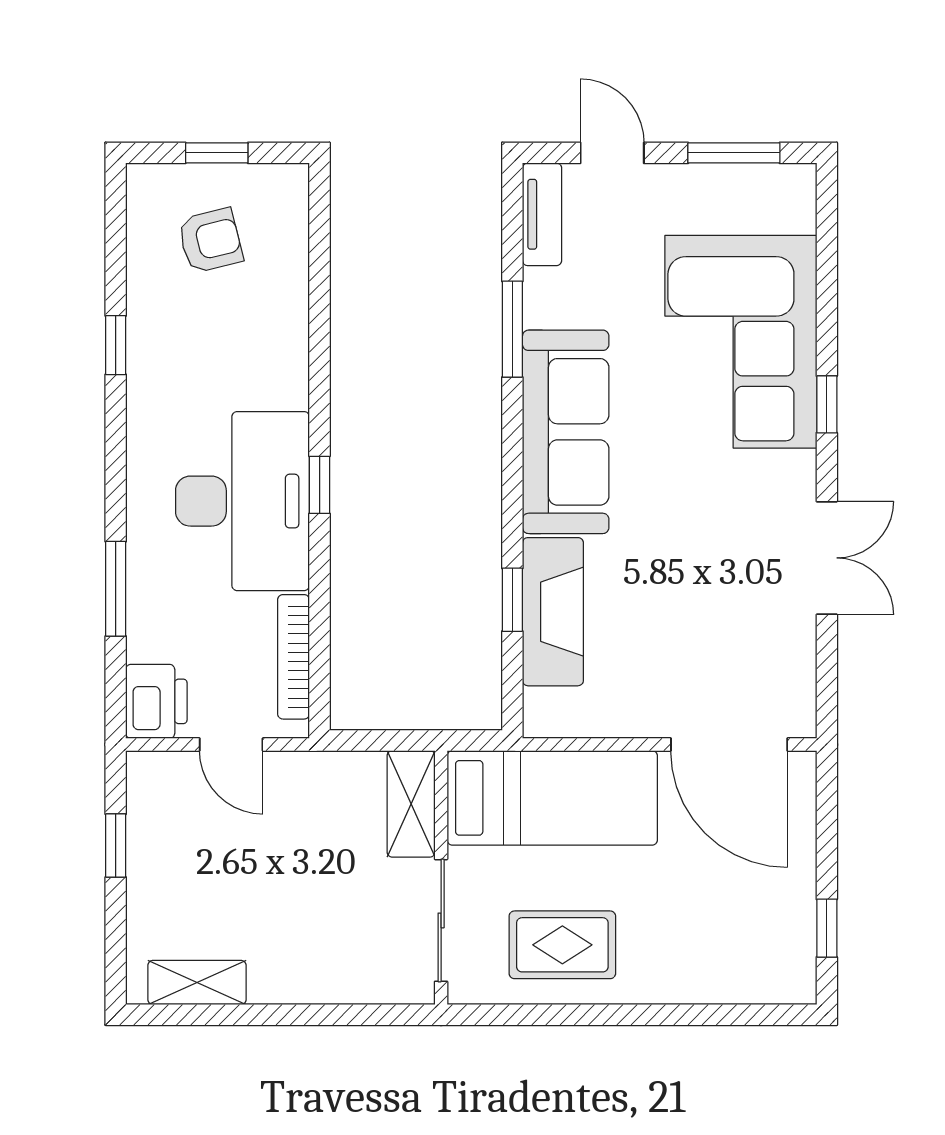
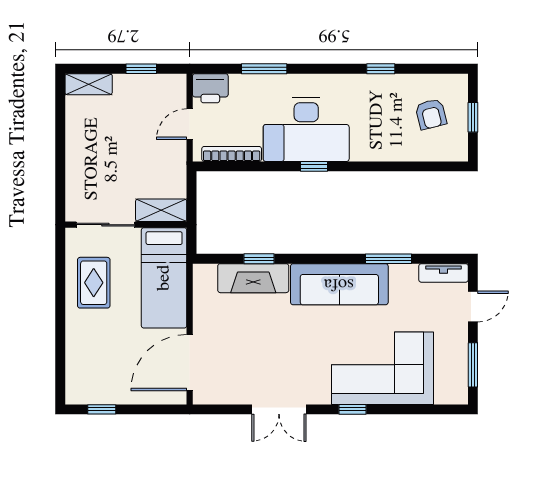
shelving: (197, 983) -> (89, 84), moved, turned 90

